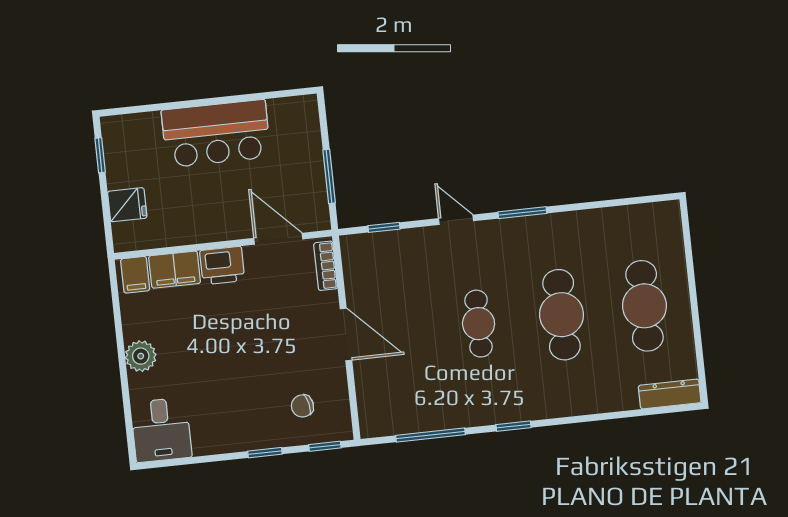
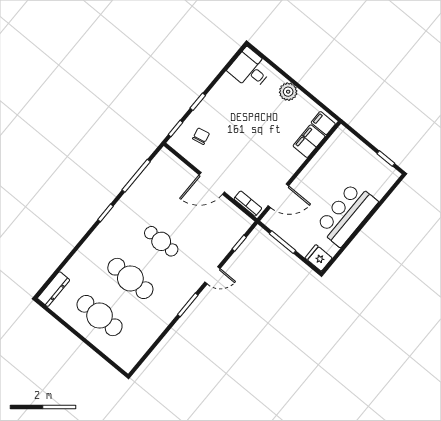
fridge: (127, 205) -> (319, 258), moved, turned 90
printer: (222, 266) -> (291, 162), removed

